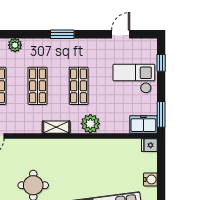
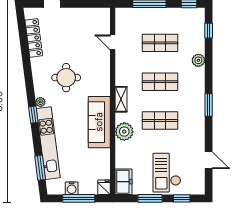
checkout: (134, 79) -> (167, 173), turned 180
window: (161, 114) -> (150, 198), moved
sofa: (80, 150) -> (99, 122), added
window: (161, 172) -> (79, 198), added

